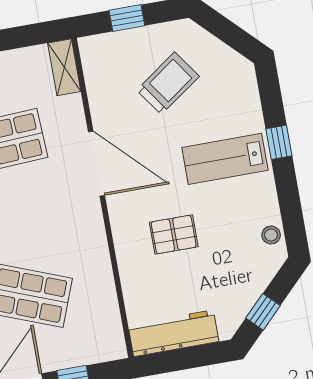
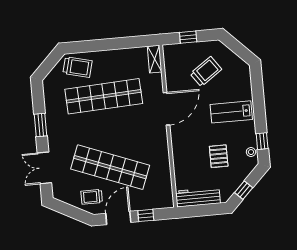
window: (279, 142) -> (262, 141), moved
door: (96, 164) -> (167, 109), hinge flipped
pallet: (174, 235) -> (219, 156), moved, turned 90

